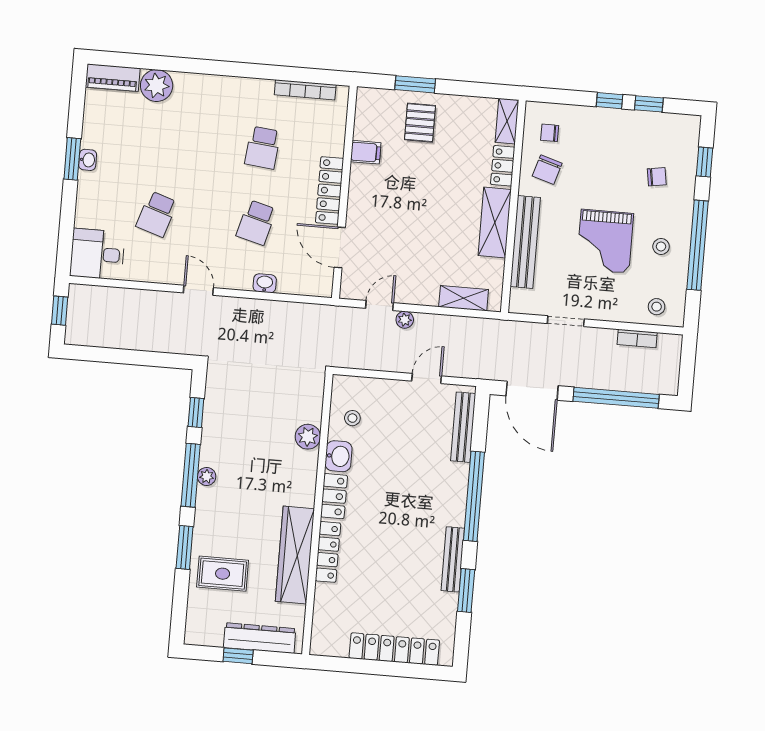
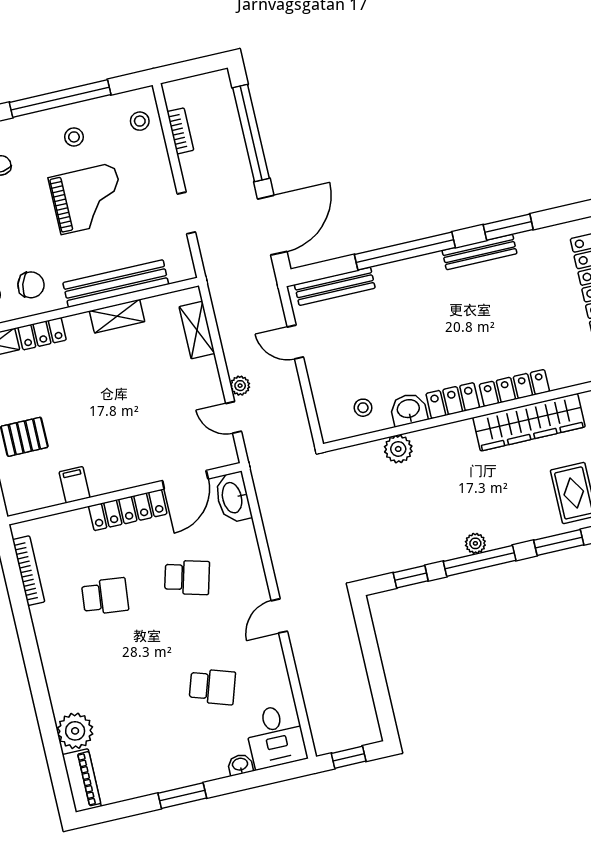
washbasin: (88, 160) -> (240, 765), moved
shelving: (495, 223) -> (117, 316), width x0.67, depth x0.75
washbasin: (265, 283) -> (233, 498), moved, width x1.91, depth x1.45

